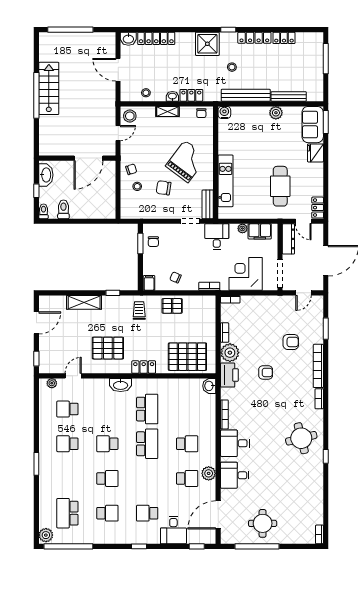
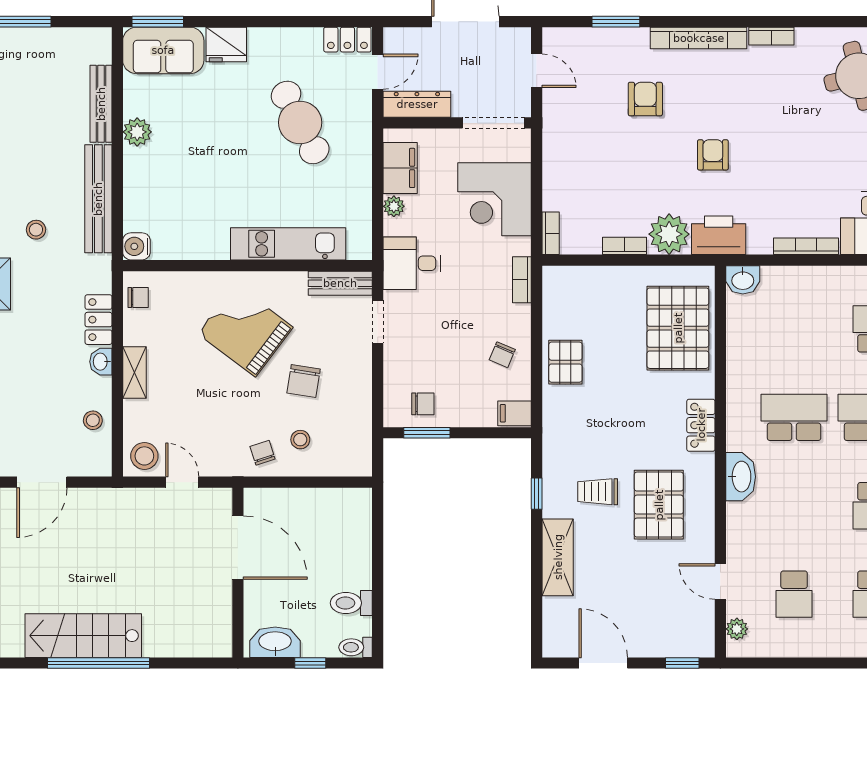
cafe table: (280, 186) -> (300, 122), turned 63
trolley: (139, 311) -> (598, 492), moved

